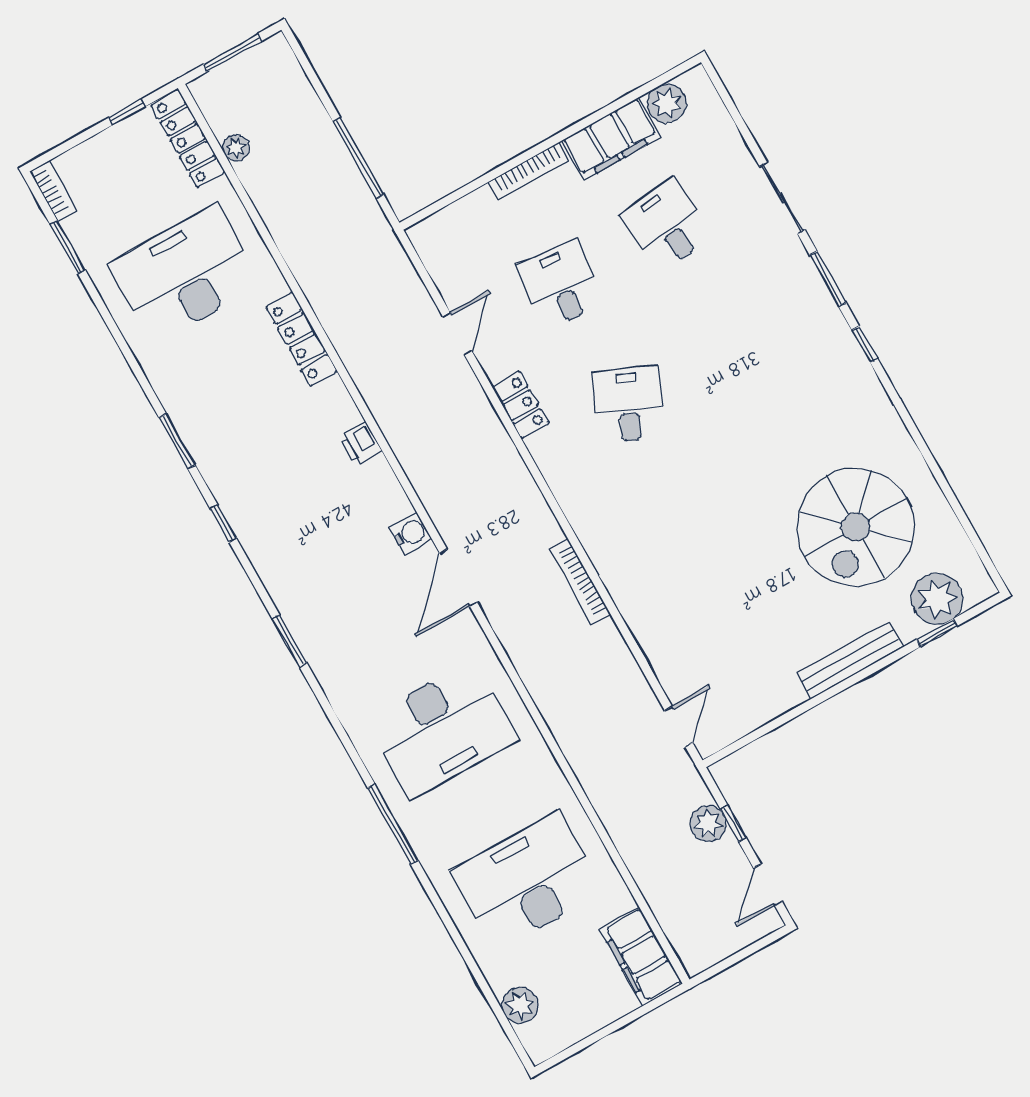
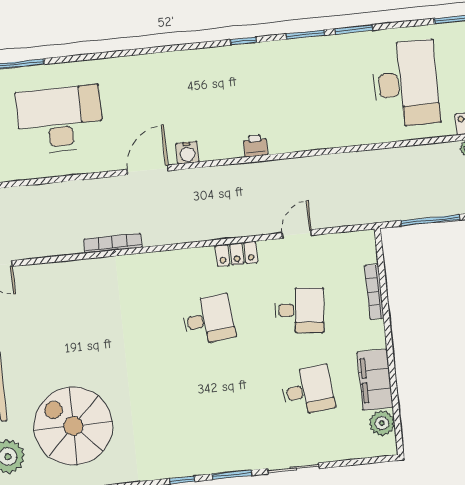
bookcase: (529, 171) -> (374, 292), moved
door: (457, 334) -> (297, 234), swing flipped
locker: (301, 339) -> (335, 138), removed
desk: (628, 405) -> (208, 320), turned -30
door: (458, 578) -> (148, 170), hinge flipped
window: (290, 641) -> (354, 30), moved
desk: (442, 729) -> (60, 120), turned 90

